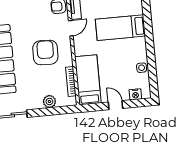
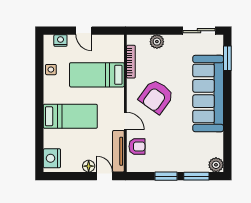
door: (71, 28) -> (125, 121), swing flipped
armchair: (45, 53) -> (156, 97), turned 34
bed: (88, 80) -> (97, 75), moved, turned 90

